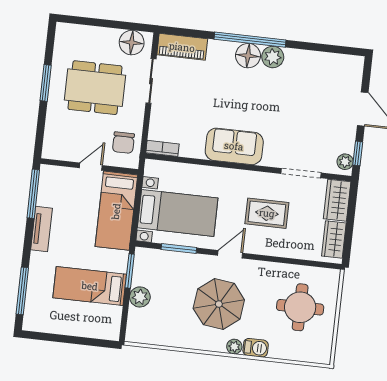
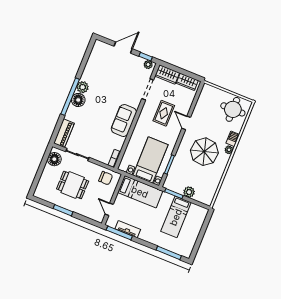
dining table: (95, 88) -> (73, 185), width x0.73
door: (91, 167) -> (109, 209), moved
tv unit: (42, 229) -> (128, 229), moved
door: (230, 254) -> (186, 123), moved
round table: (300, 307) -> (233, 109), moved

